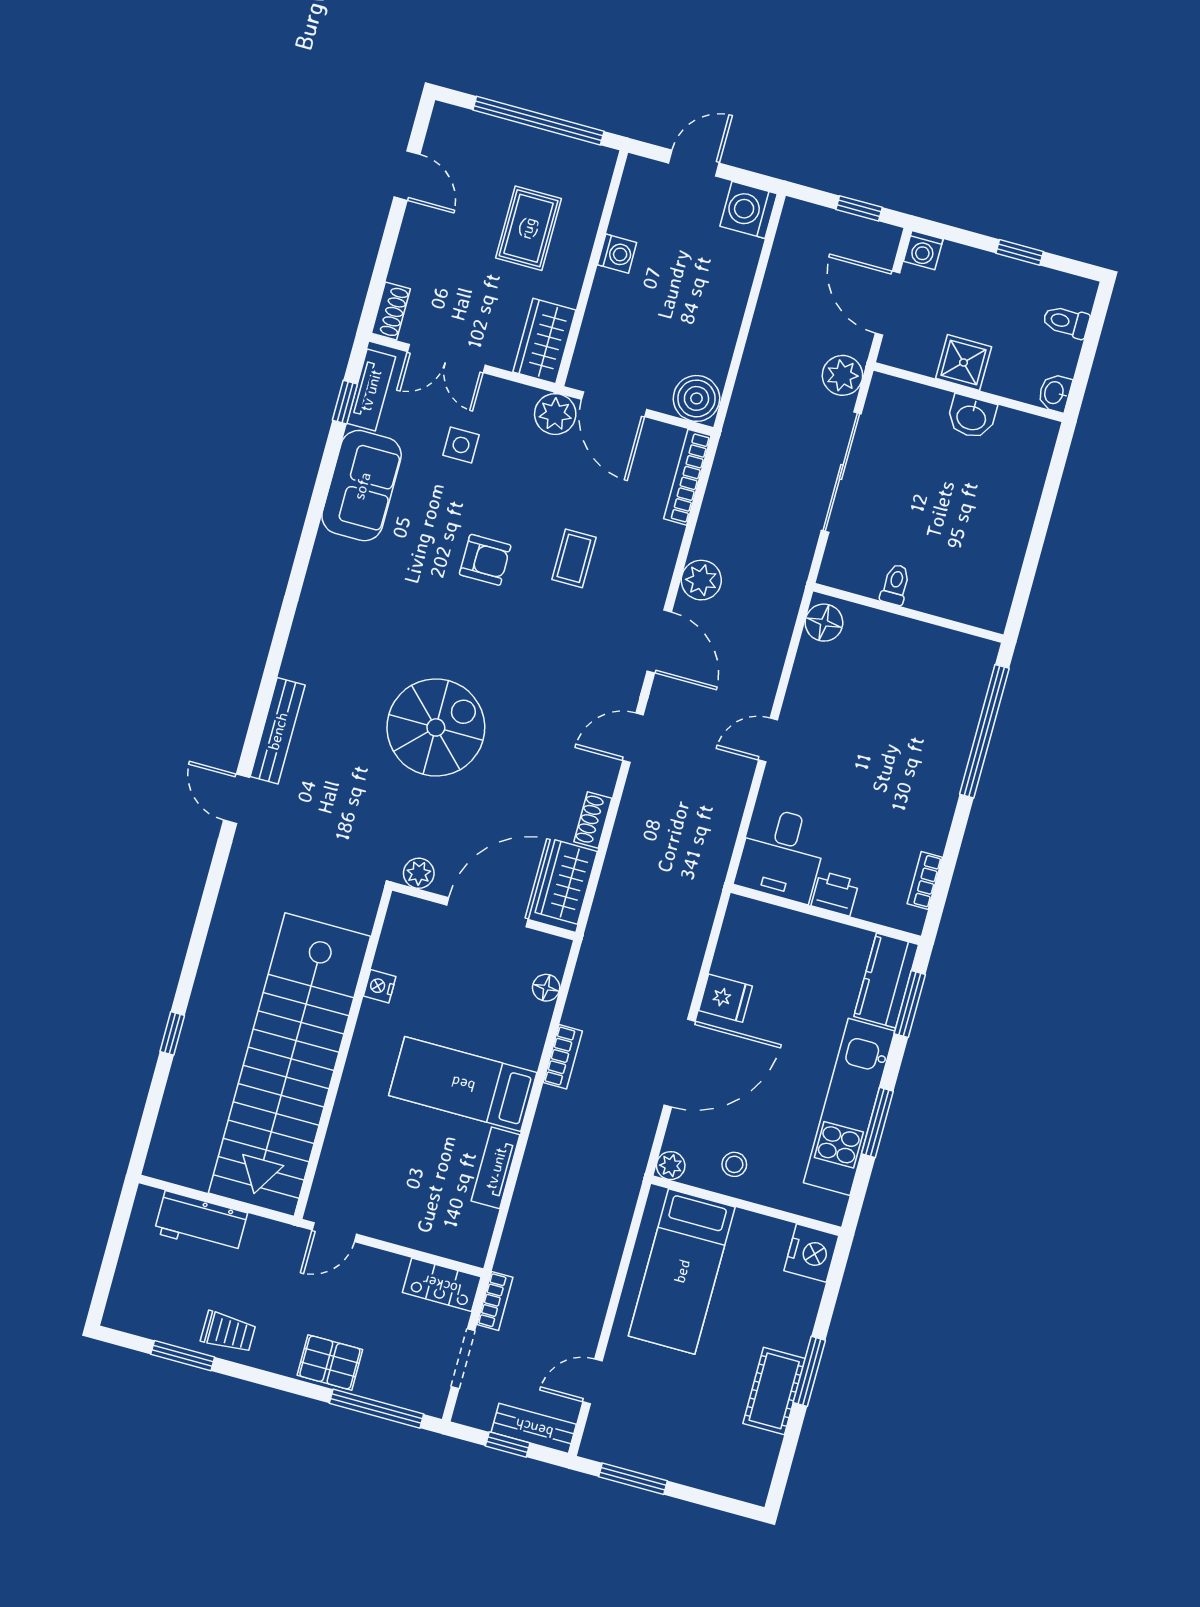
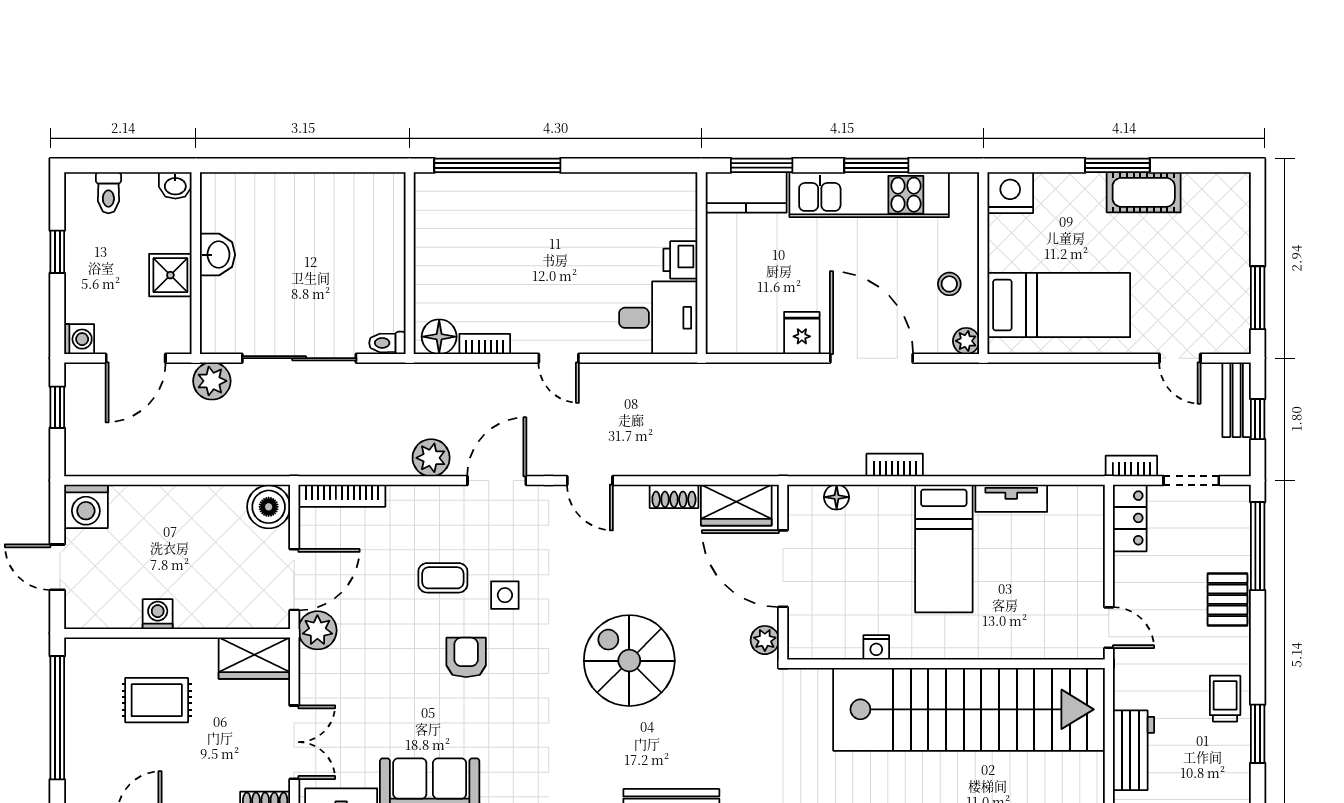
side table: (461, 445) -> (505, 595), moved
toilet: (895, 585) -> (387, 343), moved
bookcase: (925, 880) -> (485, 344), moved, turned 180

